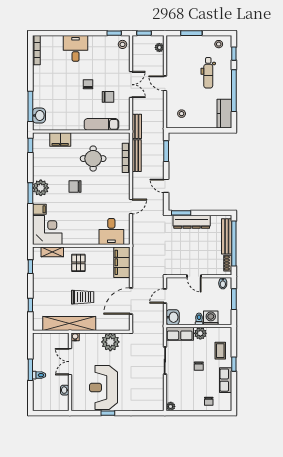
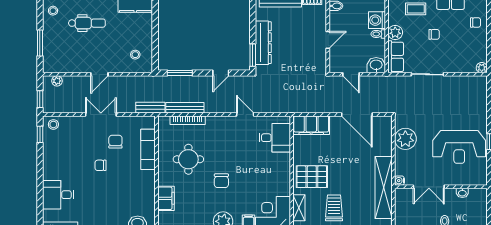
desk: (76, 48) -> (58, 195), moved
pallet: (78, 263) -> (312, 177), width x1.50, depth x1.42
trolley: (83, 297) -> (334, 208), moved

